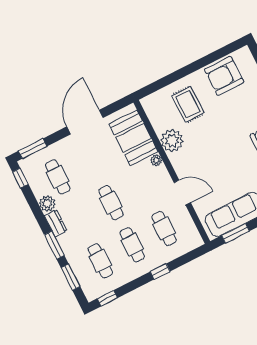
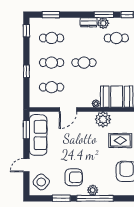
window: (54, 245) -> (104, 15), moved

